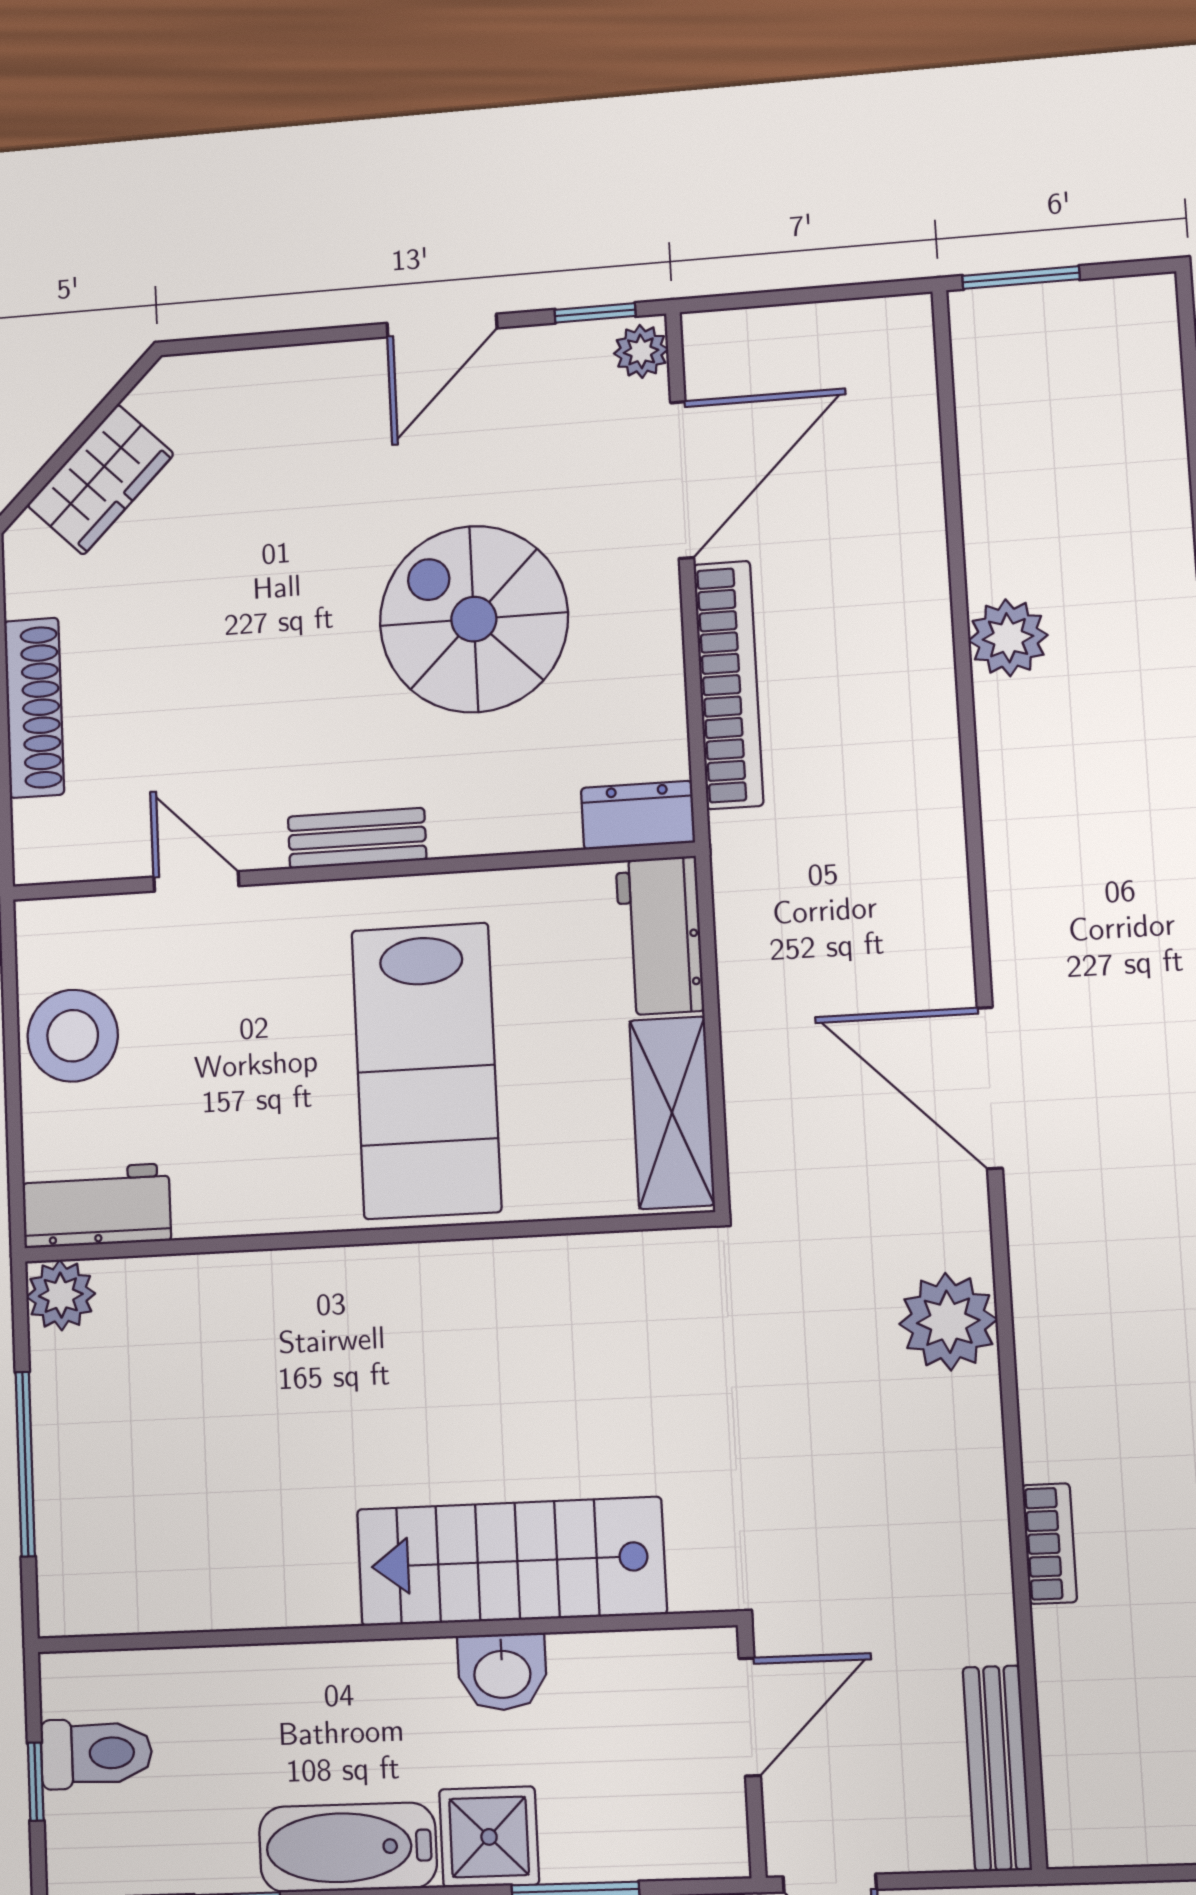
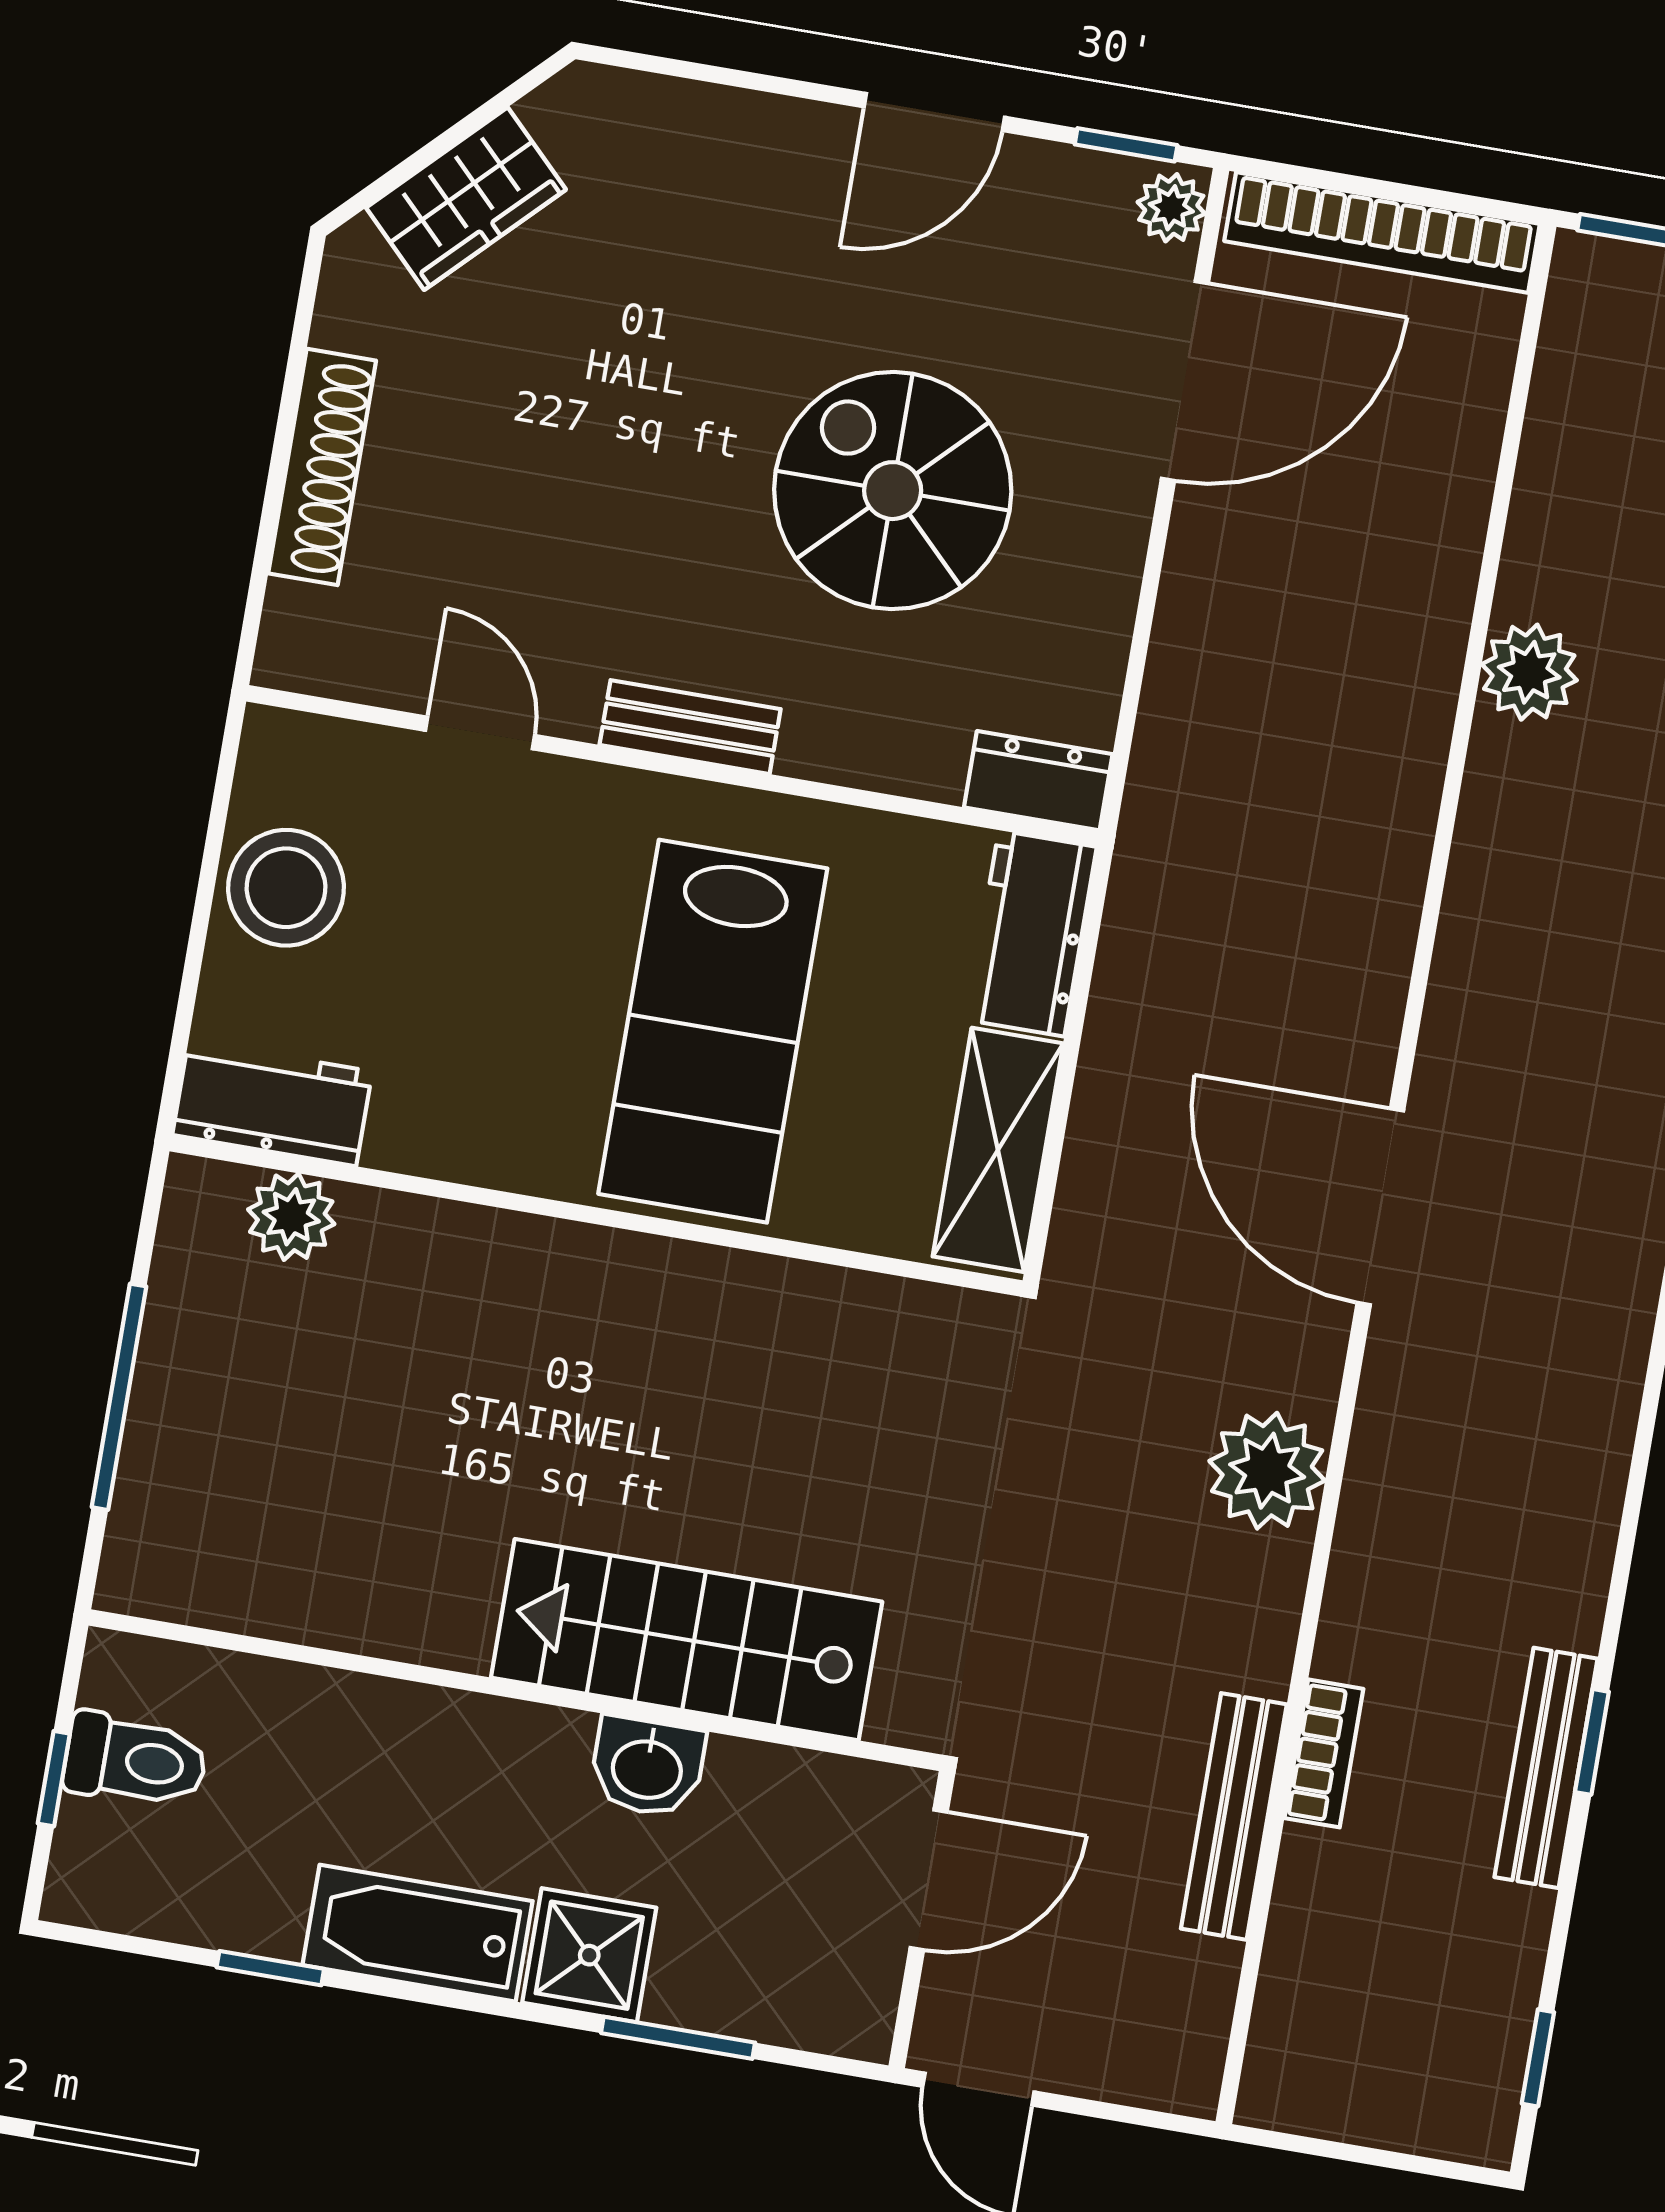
bookcase: (728, 685) -> (1382, 233), moved, turned 90
plant: (61, 1295) -> (291, 1217), moved
bench: (997, 1768) -> (1234, 1816), moved

